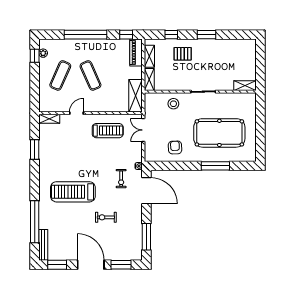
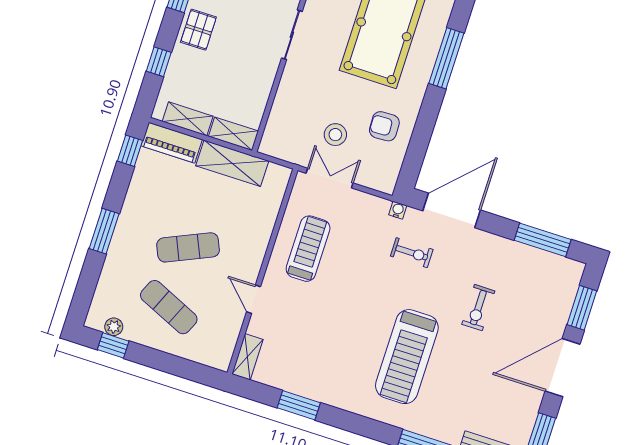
window: (86, 35) -> (104, 231), width x0.47
pallet: (183, 54) -> (198, 30), moved
shelving: (136, 96) -> (232, 163), moved
stool: (173, 104) -> (335, 135), moved
double door: (143, 130) -> (330, 178), swing flipped

